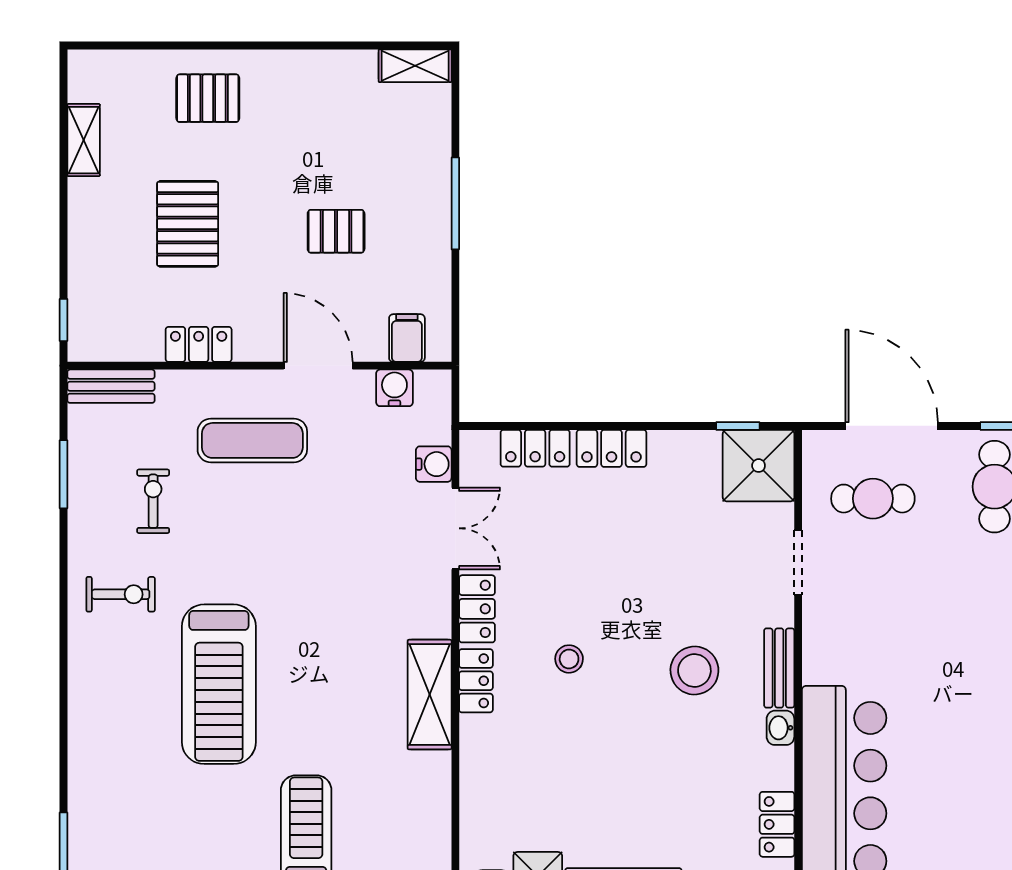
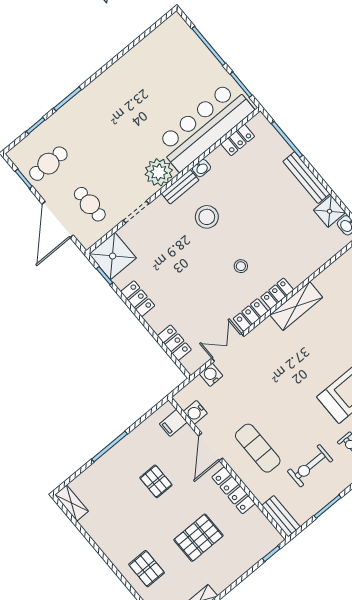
locker: (199, 344) -> (233, 490), width x1.53
locker: (612, 448) -> (138, 299), moved
exercise bike: (153, 501) -> (310, 466), width x1.38, depth x1.39
plant: (831, 653) -> (159, 172), added

